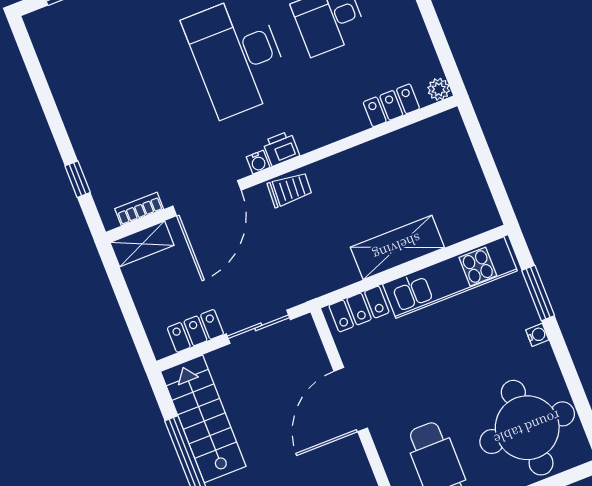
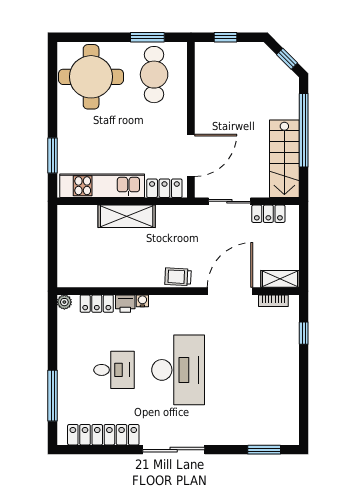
printer: (281, 148) -> (125, 304), moved
water cooler: (258, 162) -> (142, 301), moved
water cooler: (537, 335) -> (63, 130), removed
door: (351, 400) -> (191, 155), moved

